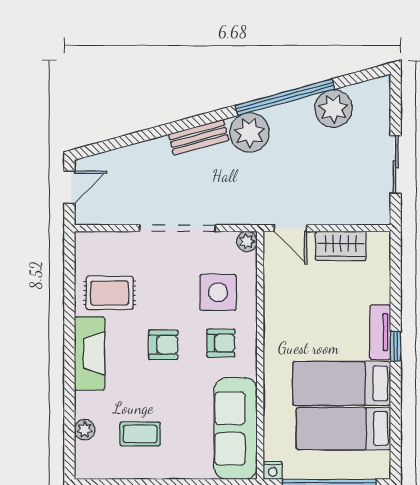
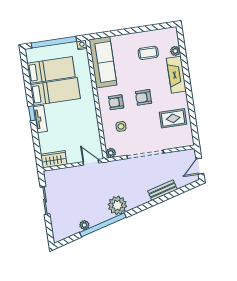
plant: (333, 109) -> (84, 225), width x0.53, depth x0.53
bench: (199, 137) -> (162, 190), moved
wardrobe: (341, 246) -> (54, 159), moved
side table: (218, 292) -> (121, 126), width x0.54, depth x0.54
fireplace: (90, 353) -> (176, 75), moved

